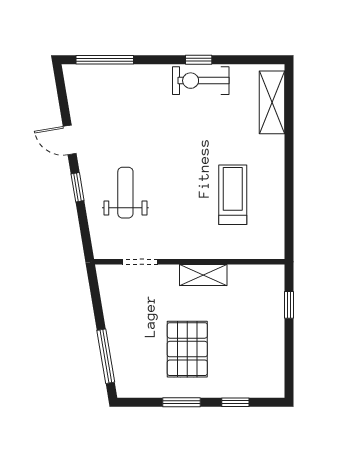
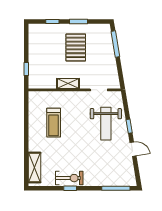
weight bench: (125, 193) -> (106, 124), width x1.36, depth x1.33

